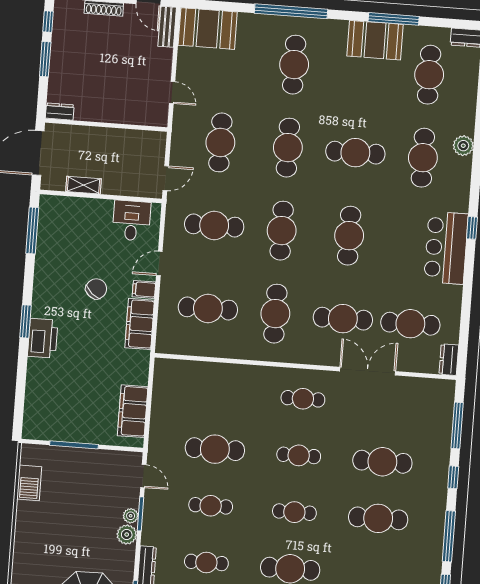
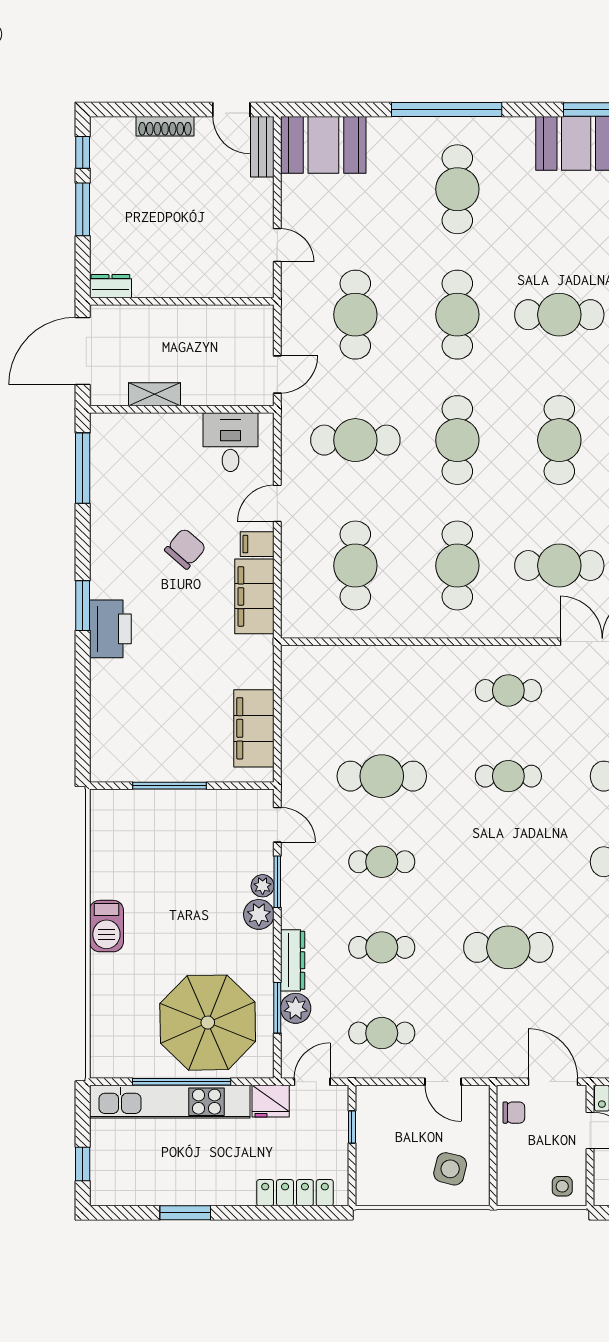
cafe table: (208, 308) -> (355, 566), turned 90
barbecue: (29, 483) -> (106, 926), moved
cafe table: (294, 512) -> (508, 862), removed

